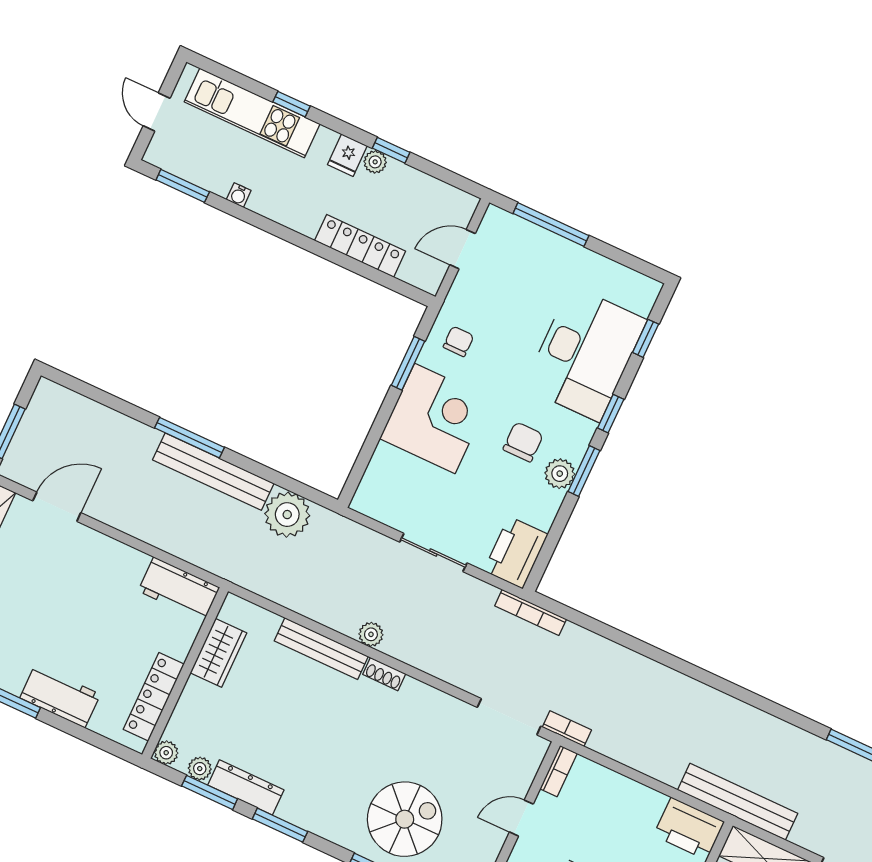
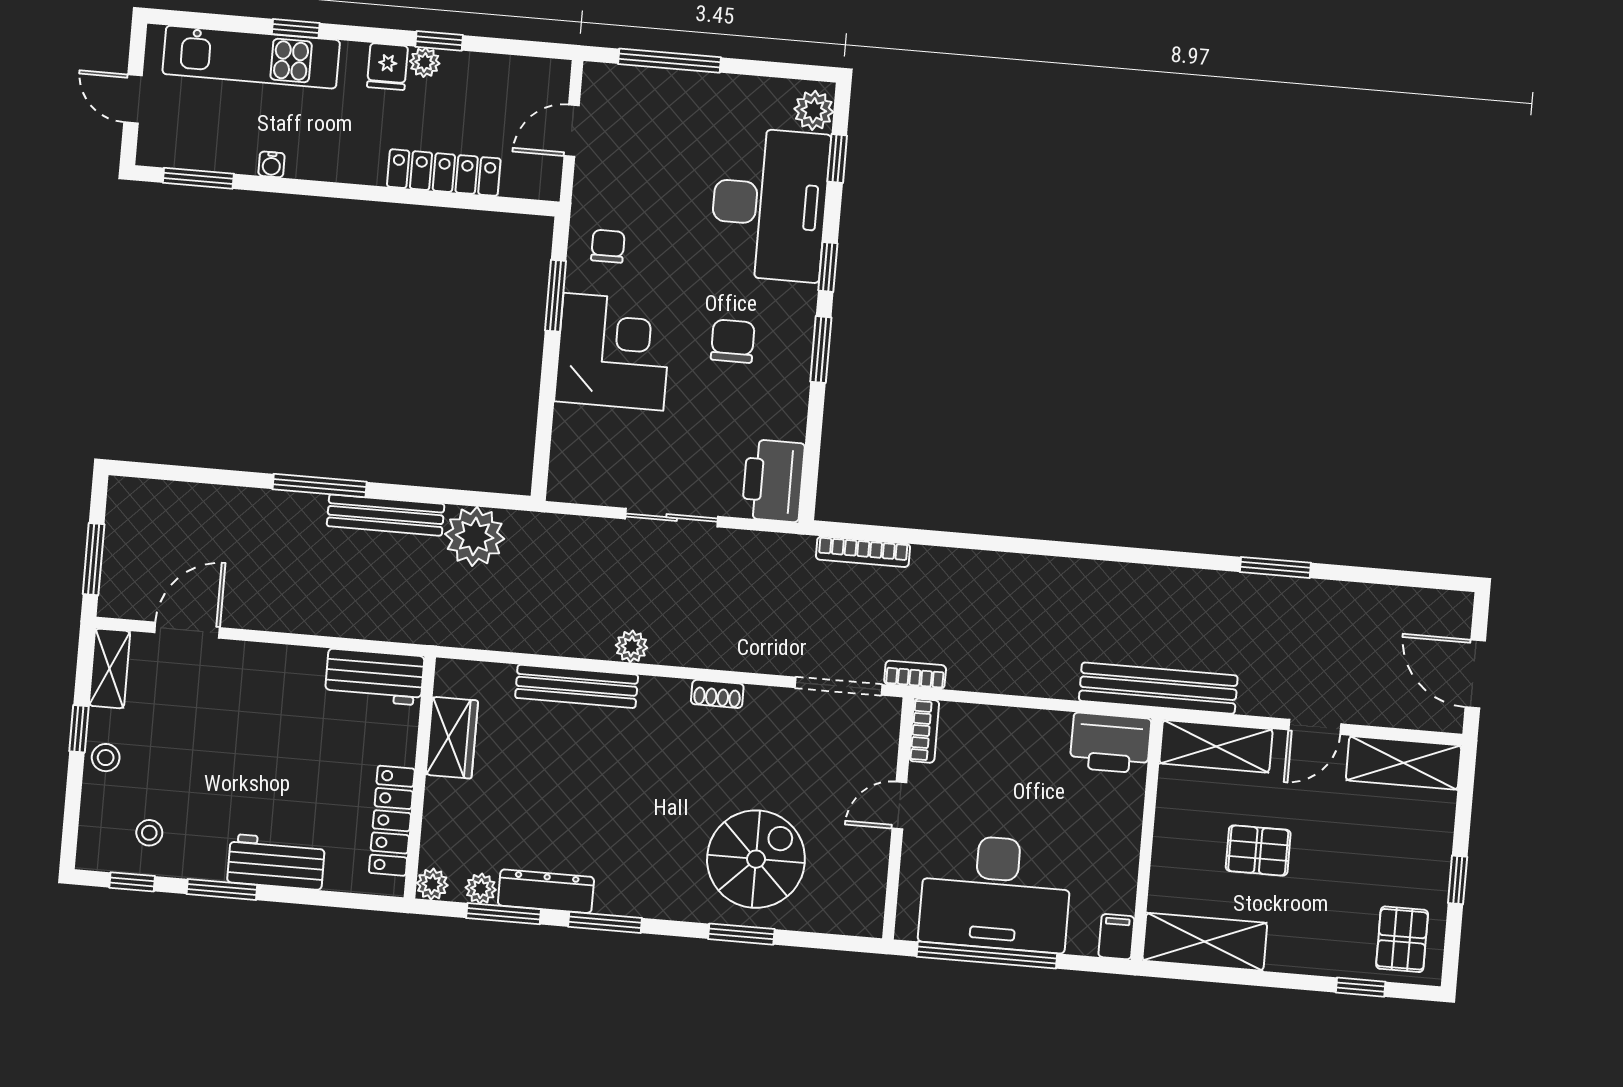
bench: (213, 472) -> (386, 515), width x0.73, depth x0.82
plant: (560, 474) -> (814, 110), moved
bookcase: (531, 612) -> (863, 552), moved
shoe rack: (384, 674) -> (717, 694), moved

